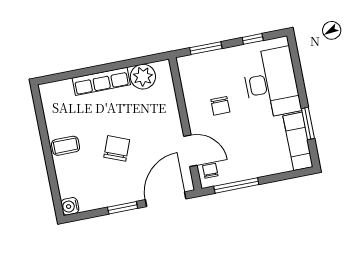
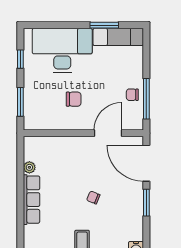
plant: (143, 77) -> (29, 167), width x0.53, depth x0.53
chair: (117, 148) -> (93, 197), width x0.54, depth x0.54
chair: (210, 171) -> (132, 95), moved

